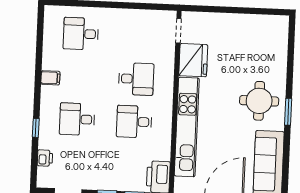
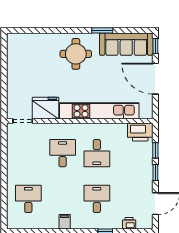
desk: (81, 34) -> (28, 199), turned 180
window: (288, 112) -> (102, 30), moved
desk: (77, 119) -> (97, 199), turned 180

